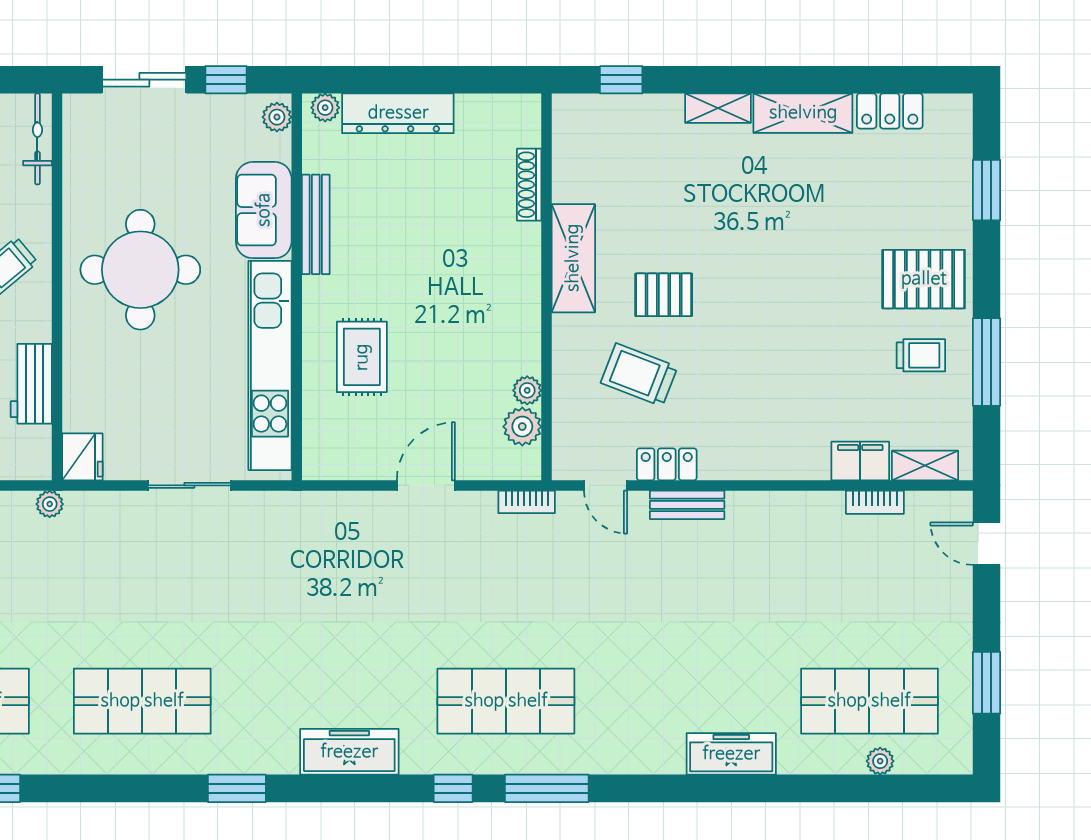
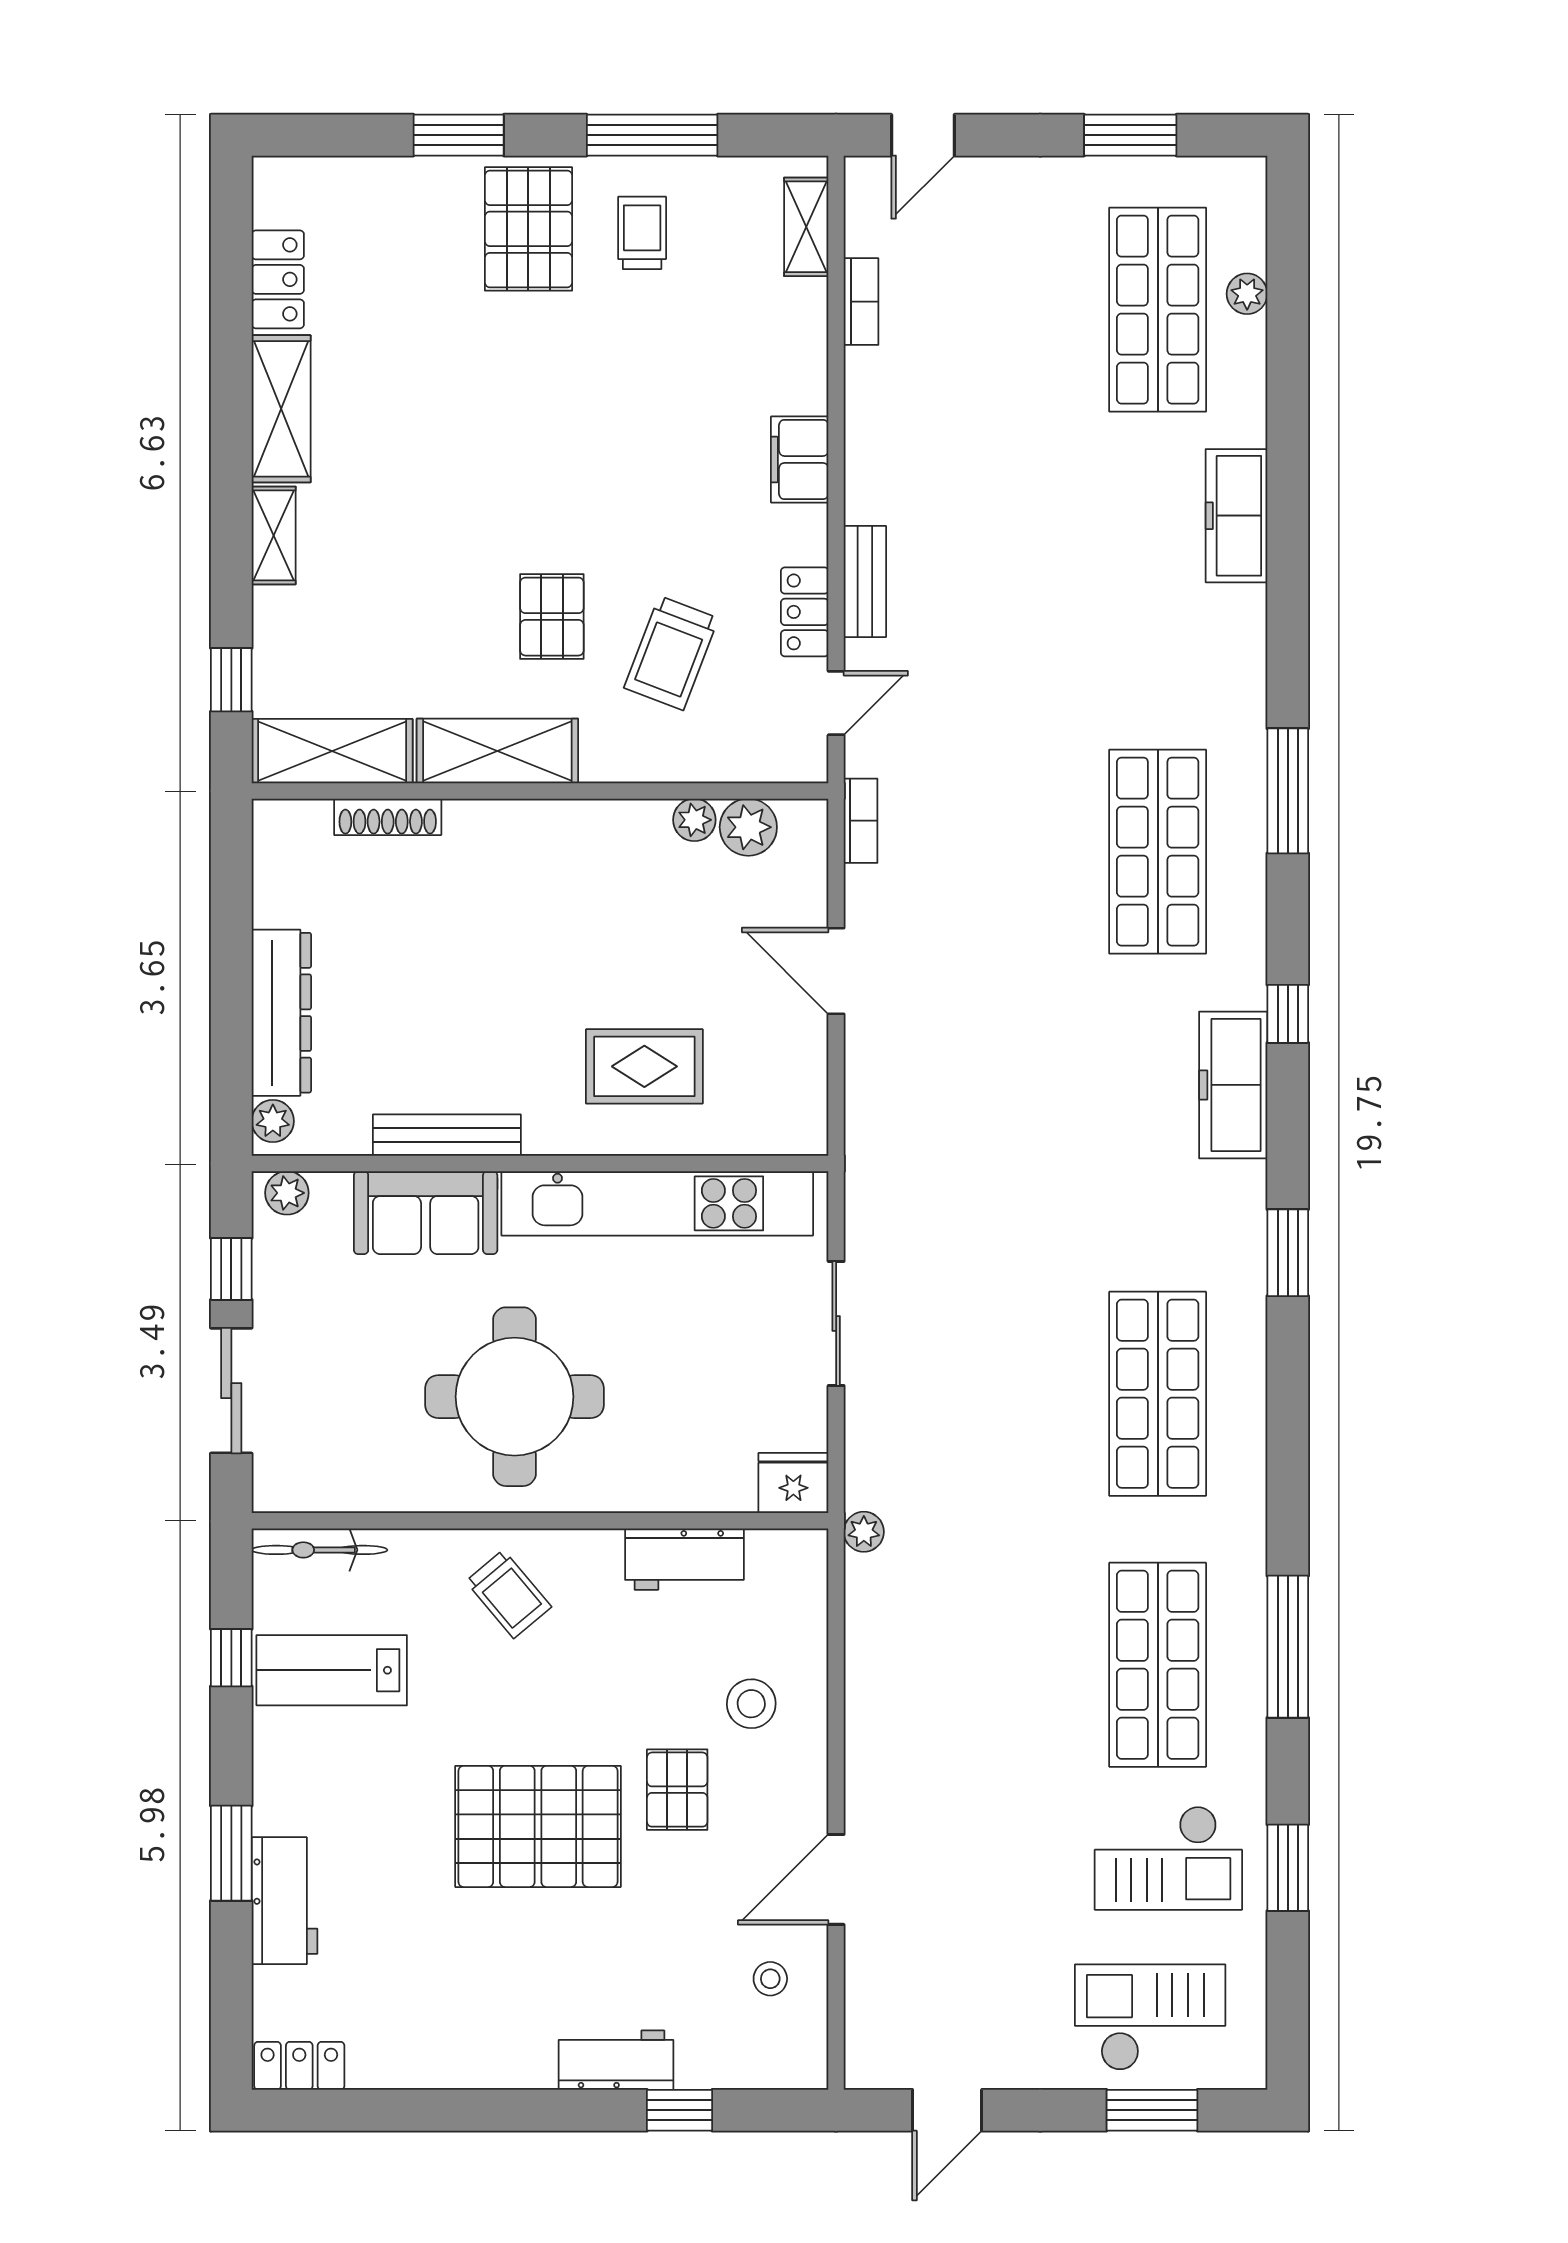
shelving: (573, 147) -> (332, 751), added
window: (987, 190) -> (459, 135), moved
filing cabinet: (860, 461) -> (800, 459), moved
window: (453, 788) -> (1288, 1014), moved

